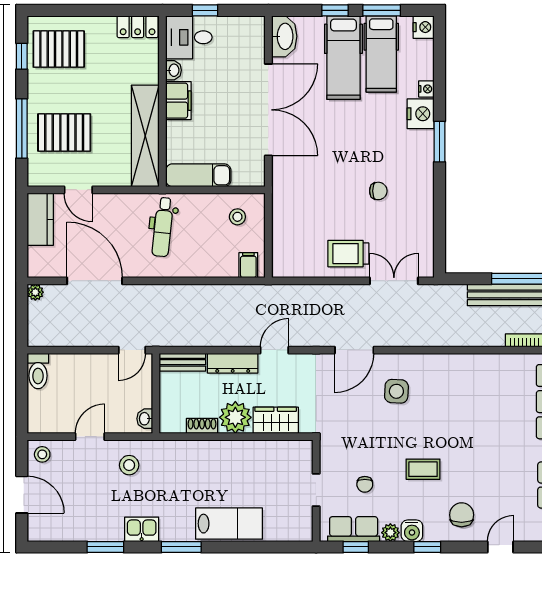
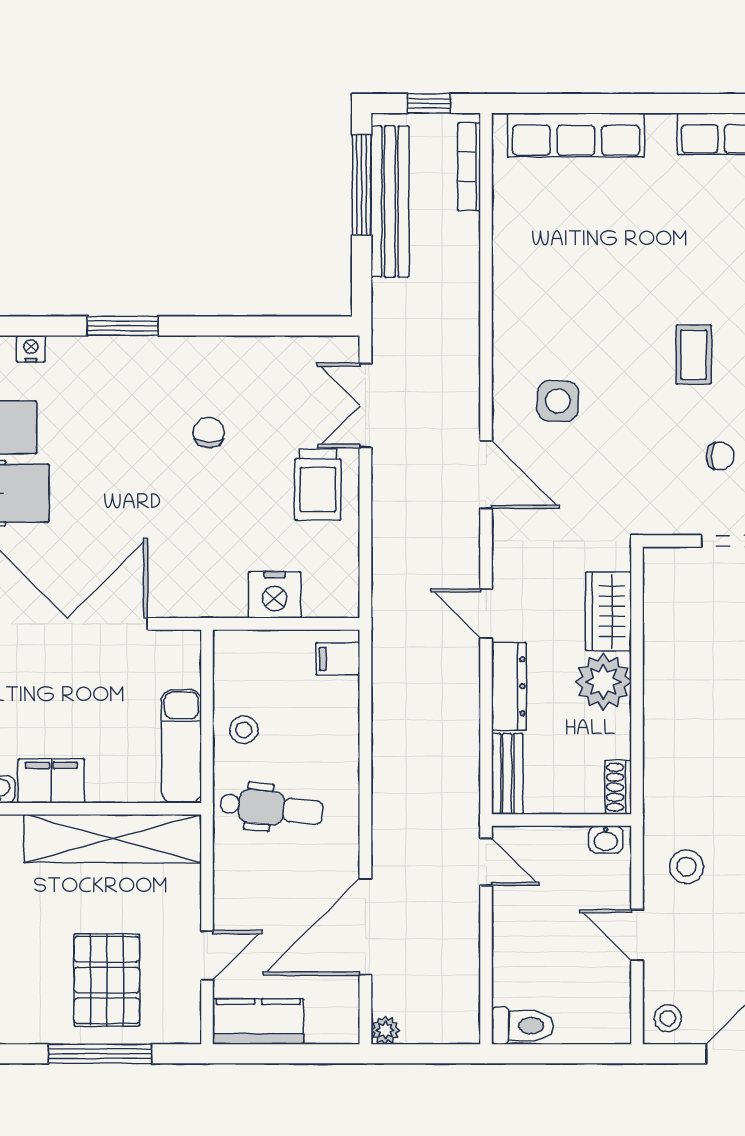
nightstand: (421, 114) -> (275, 595), moved, turned 180
stool: (237, 217) -> (244, 730), moved
shoe rack: (202, 426) -> (618, 787), moved

